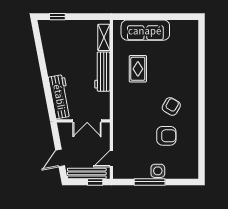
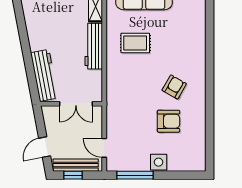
rug: (138, 69) -> (135, 43), turned 90
door: (111, 159) -> (104, 148), hinge flipped
window: (95, 182) -> (73, 175), moved
window: (150, 182) -> (135, 175), moved

